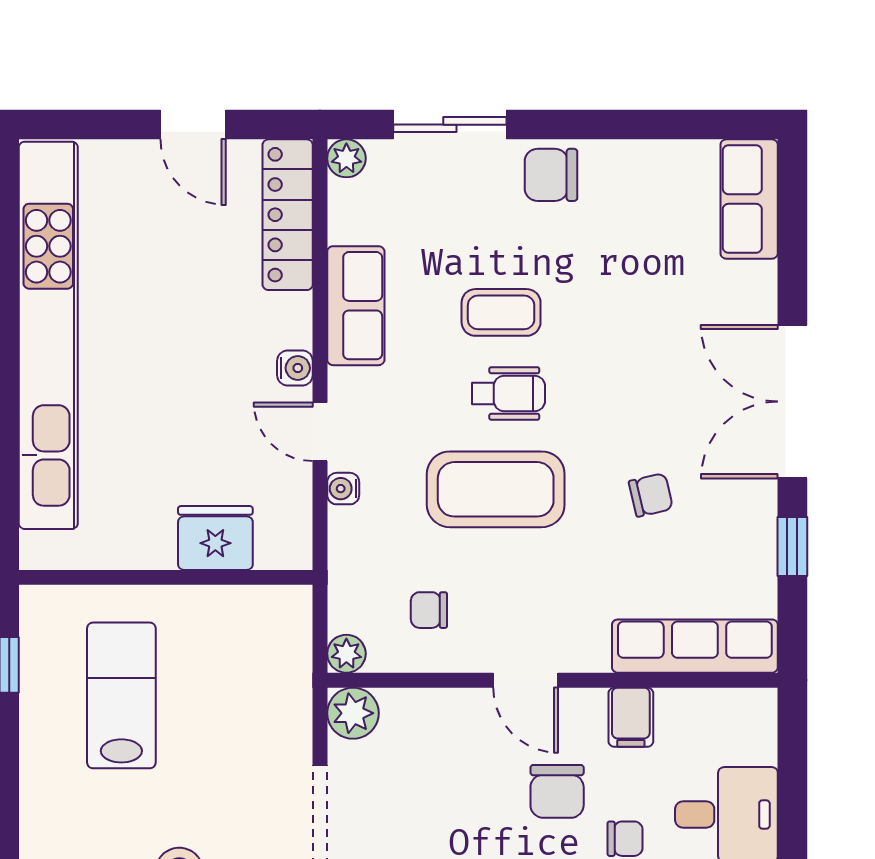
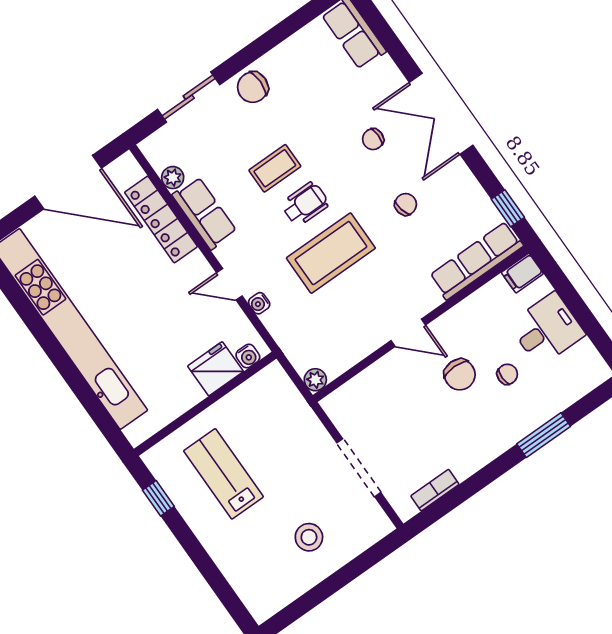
door: (193, 125) -> (68, 182), width x1.87
plant: (346, 158) -> (173, 178), moved
locker: (288, 215) -> (161, 219), moved
water cooler: (295, 368) -> (248, 356), moved, turned 90
window: (792, 547) -> (508, 208), moved
chair: (429, 610) -> (373, 139), moved
plant: (353, 713) -> (338, 405), removed
filing cabinet: (631, 717) -> (522, 273), moved, turned 90

